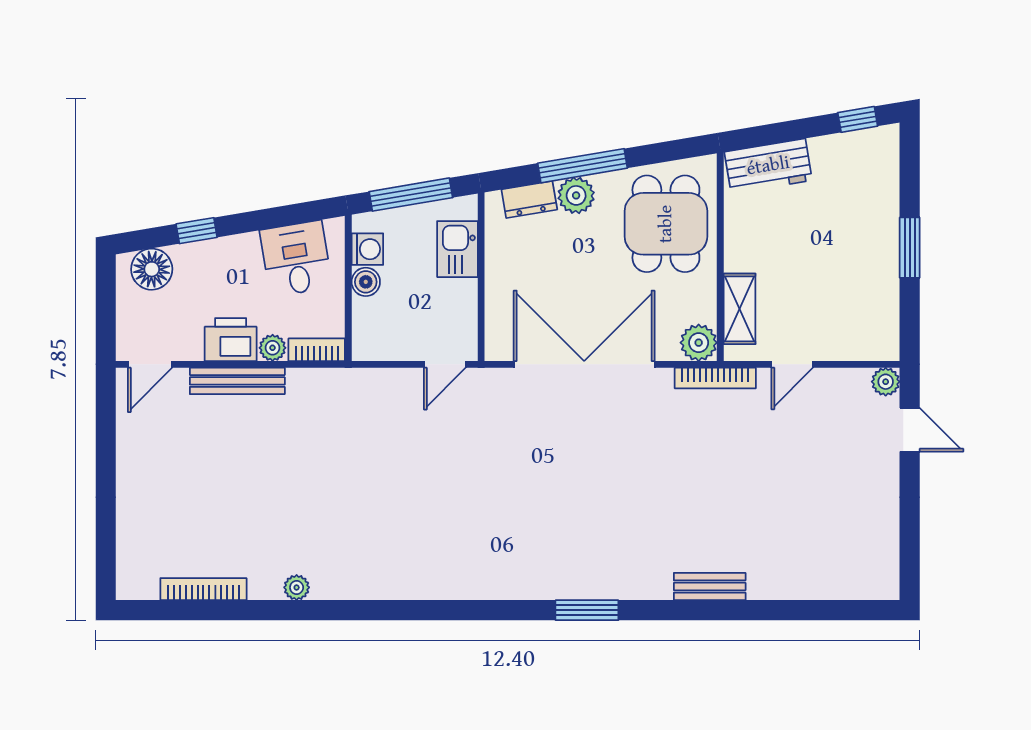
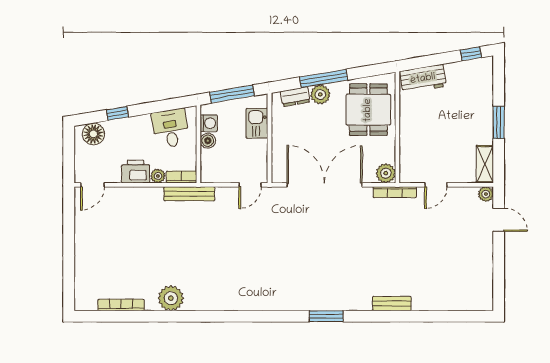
shelving: (740, 309) -> (485, 164), moved
bench: (237, 381) -> (189, 194), moved
plant: (297, 587) -> (171, 298), width x1.87, depth x1.87

